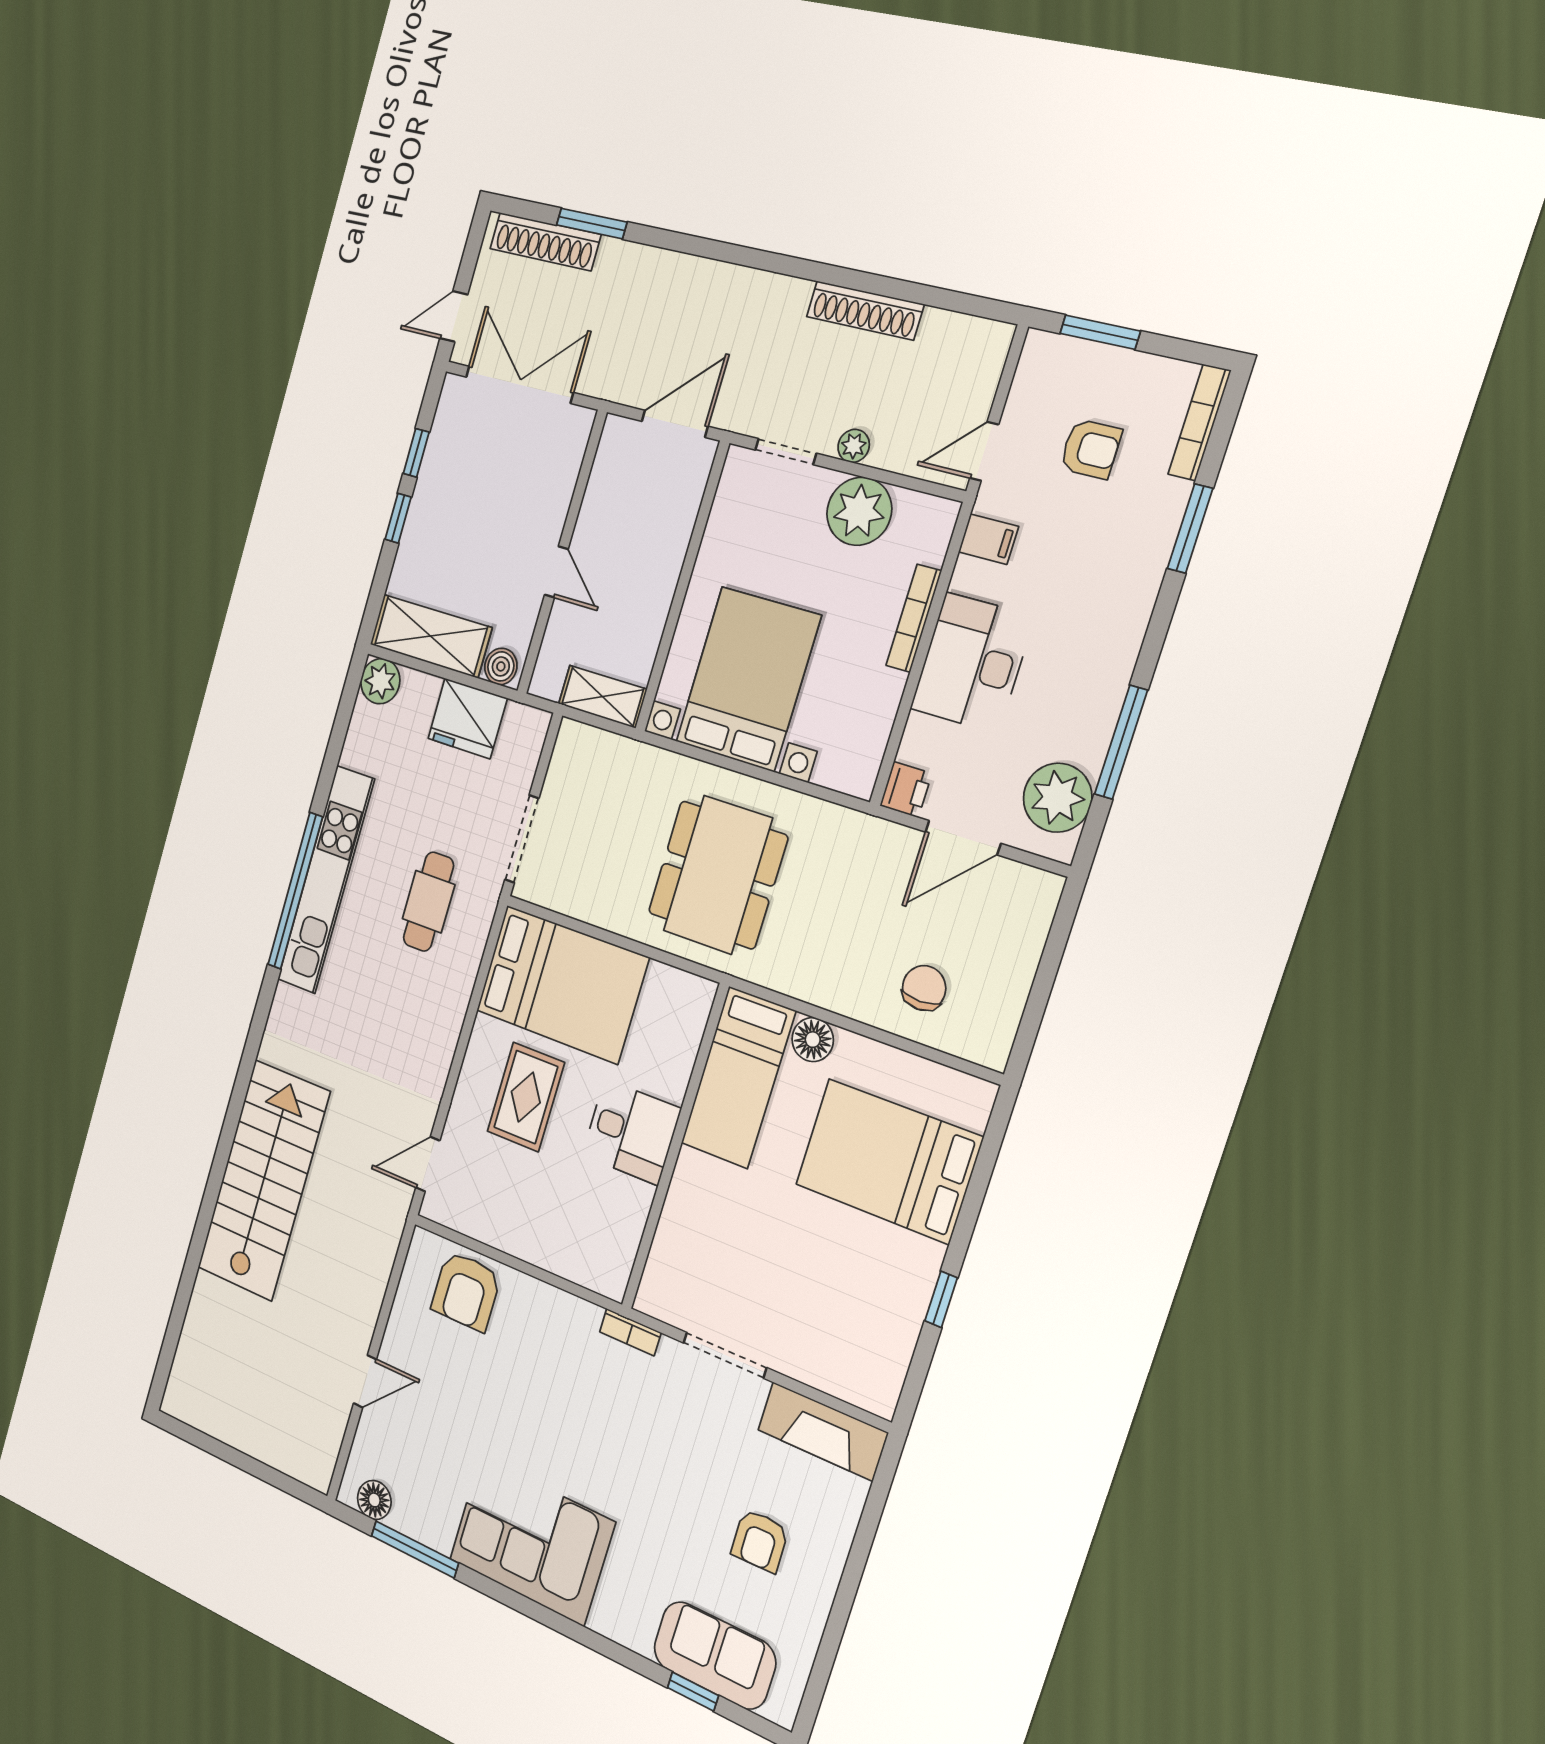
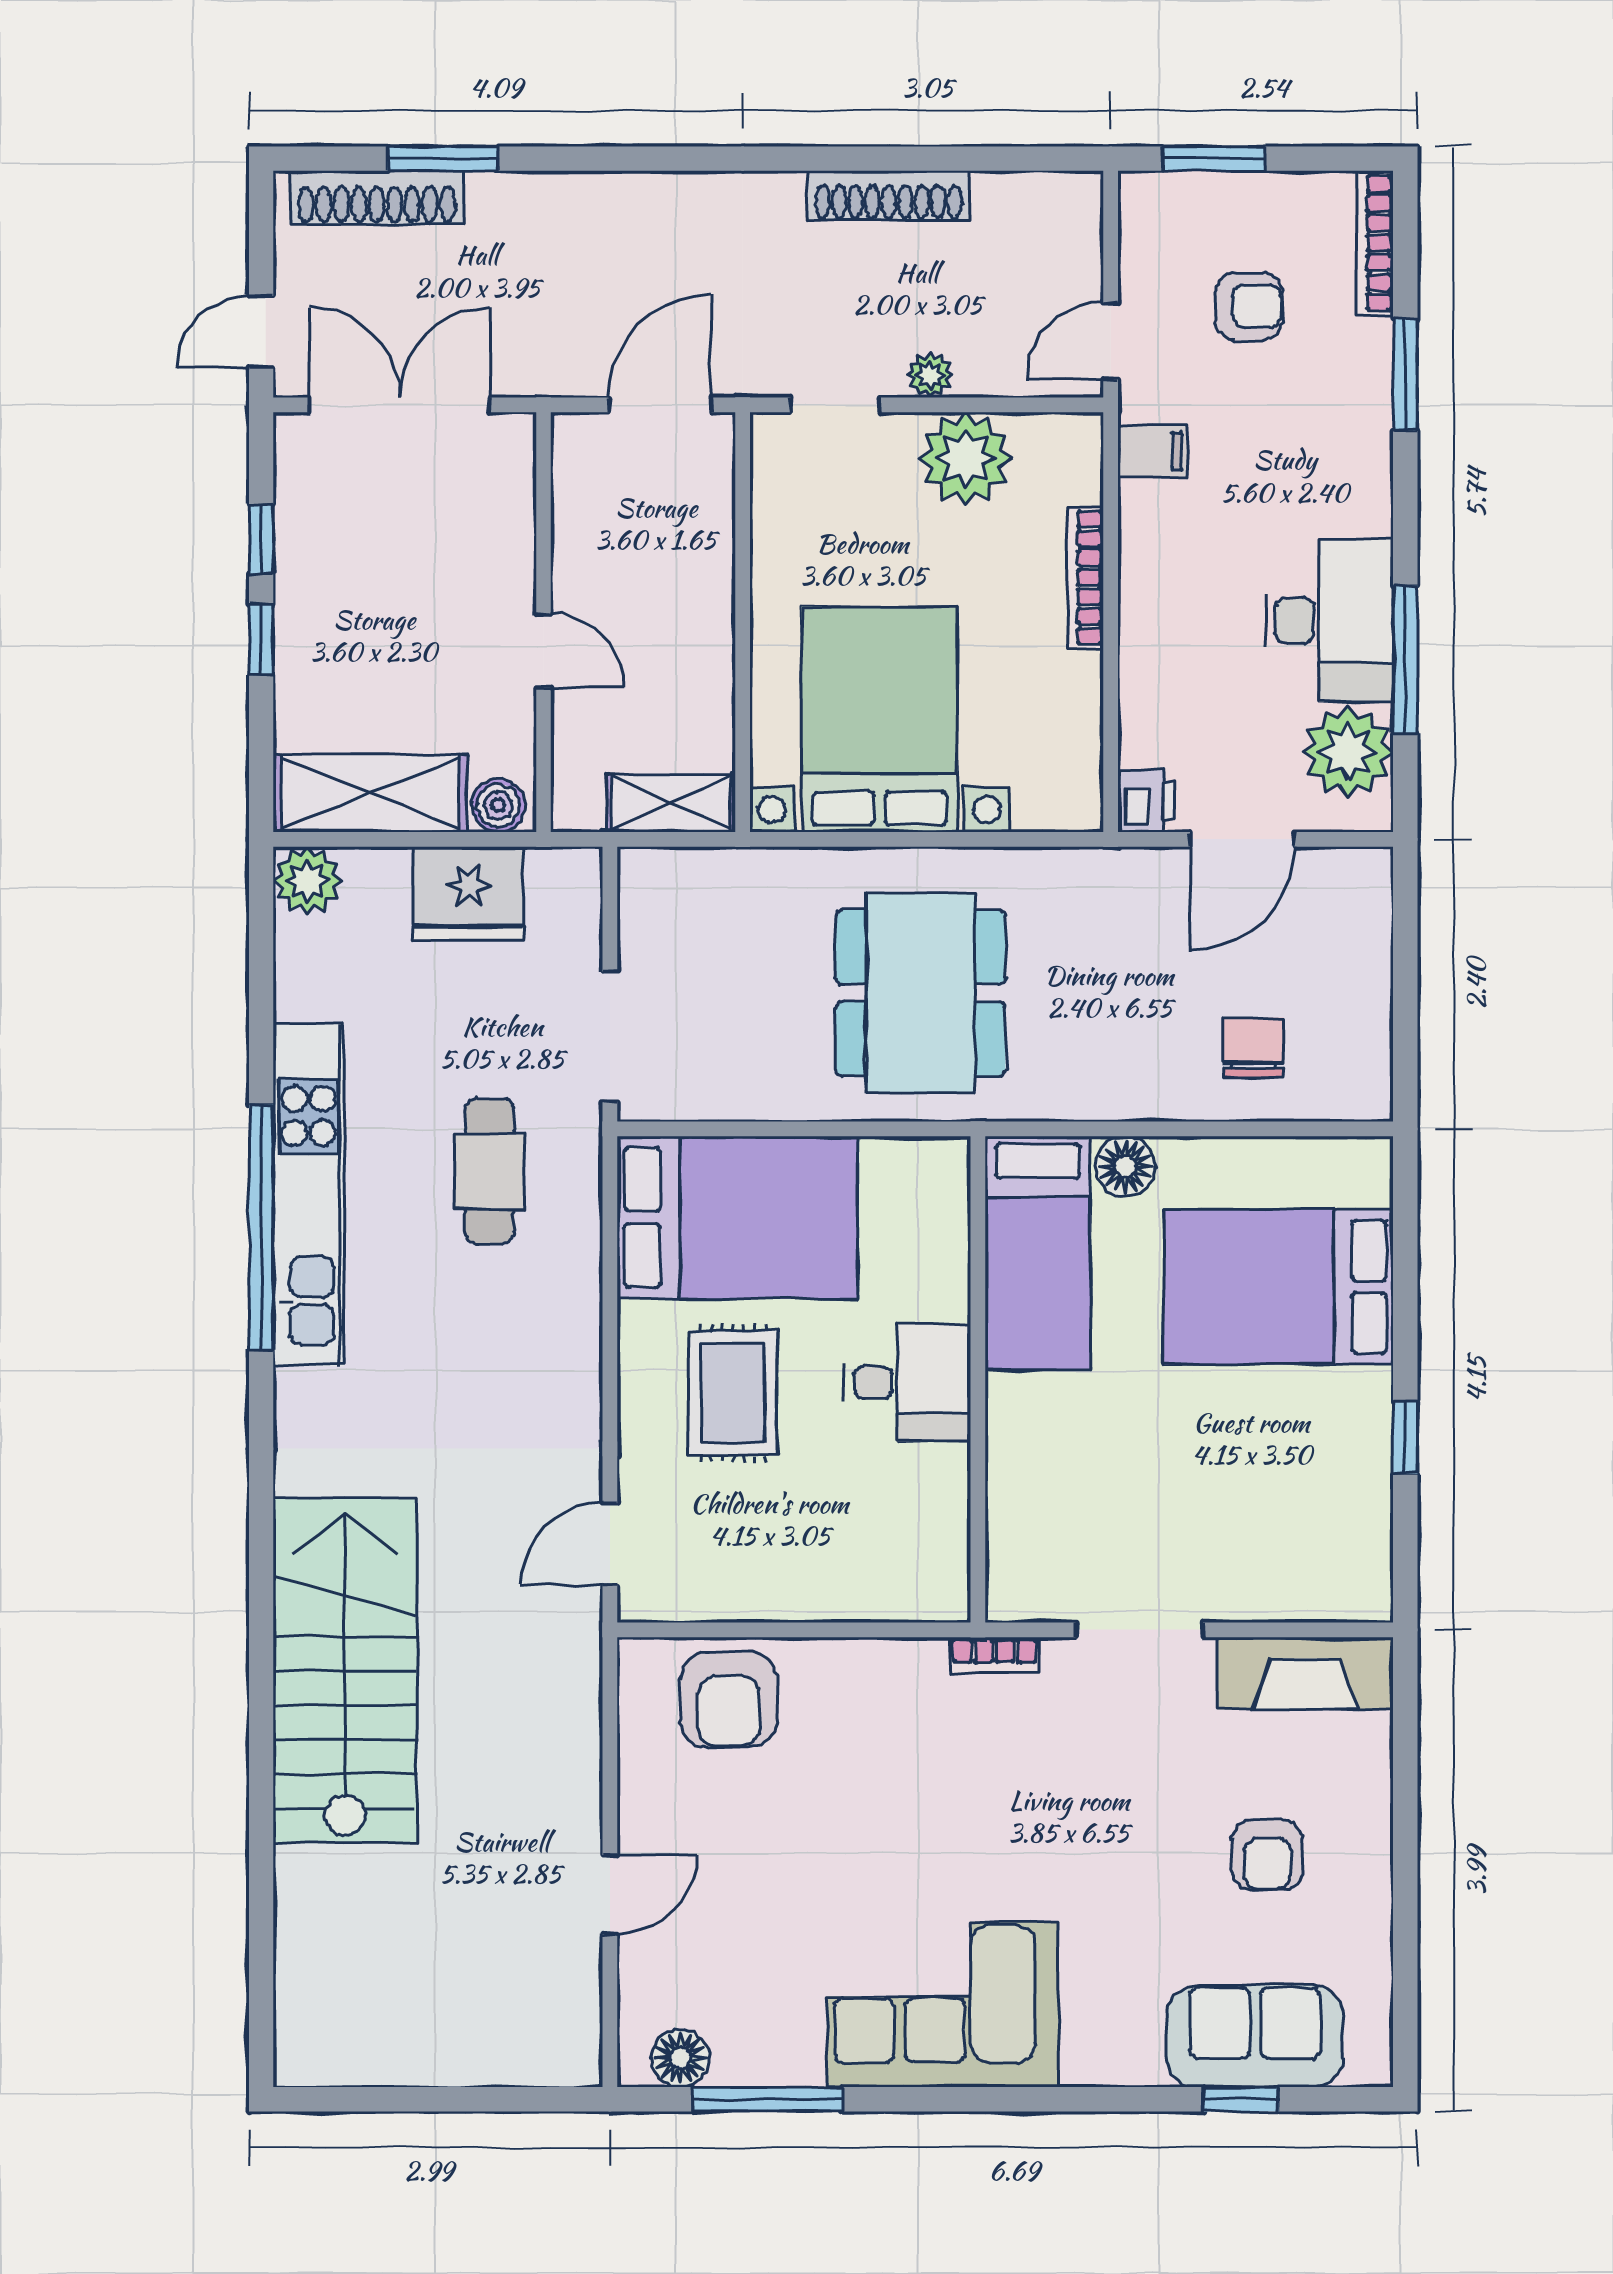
desk: (972, 663) -> (1329, 620), moved, turned 180

